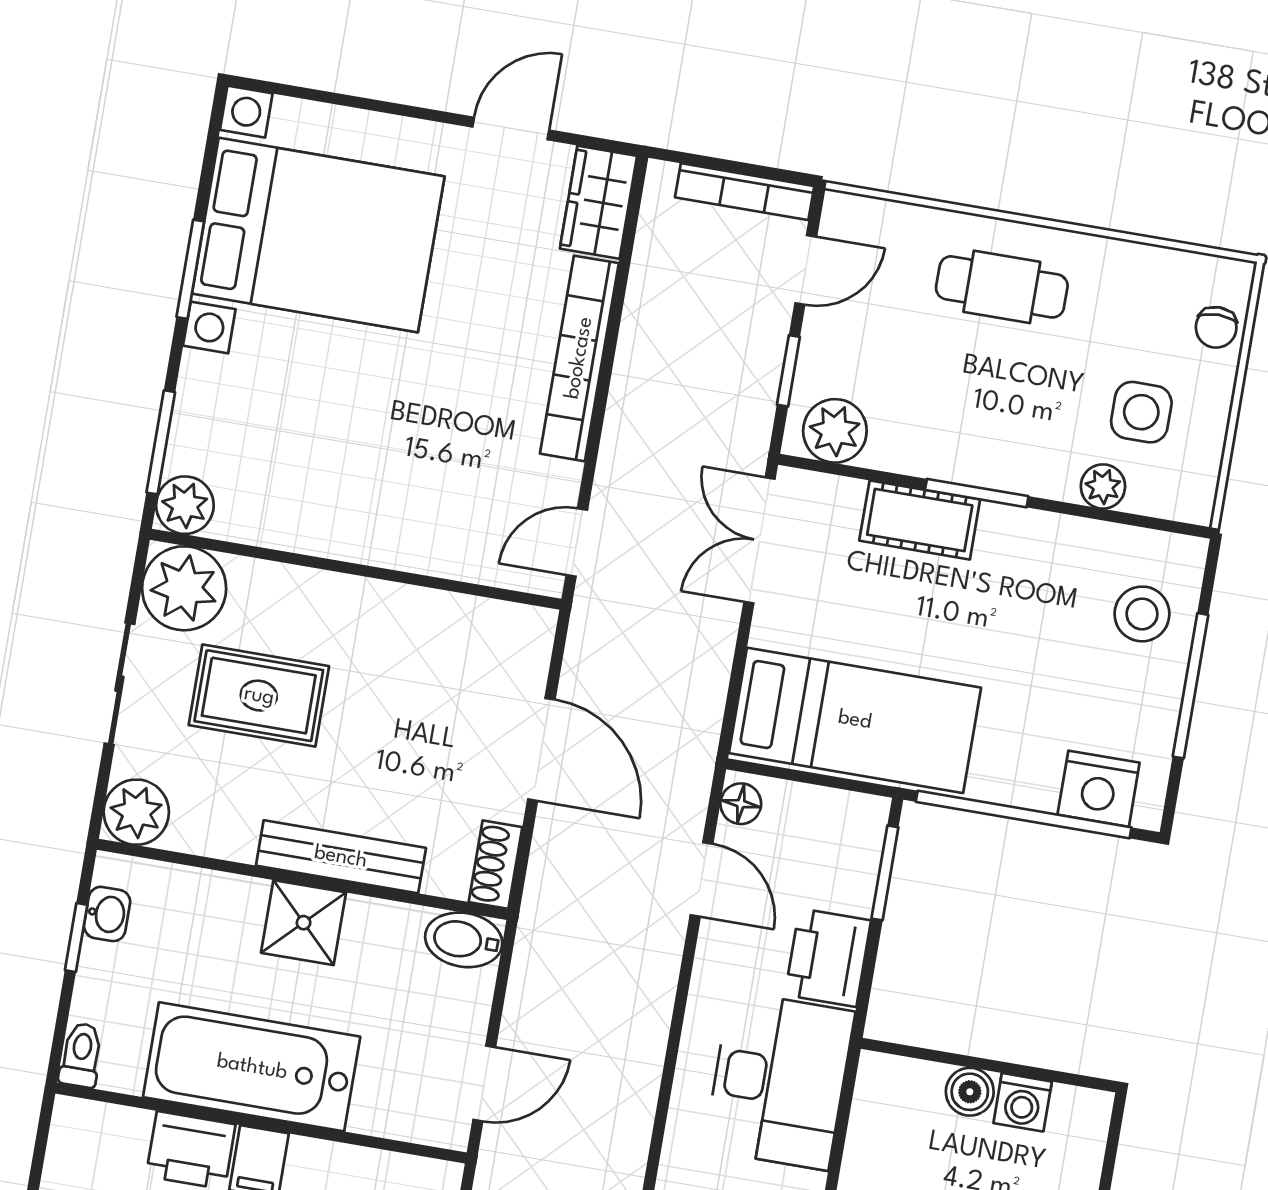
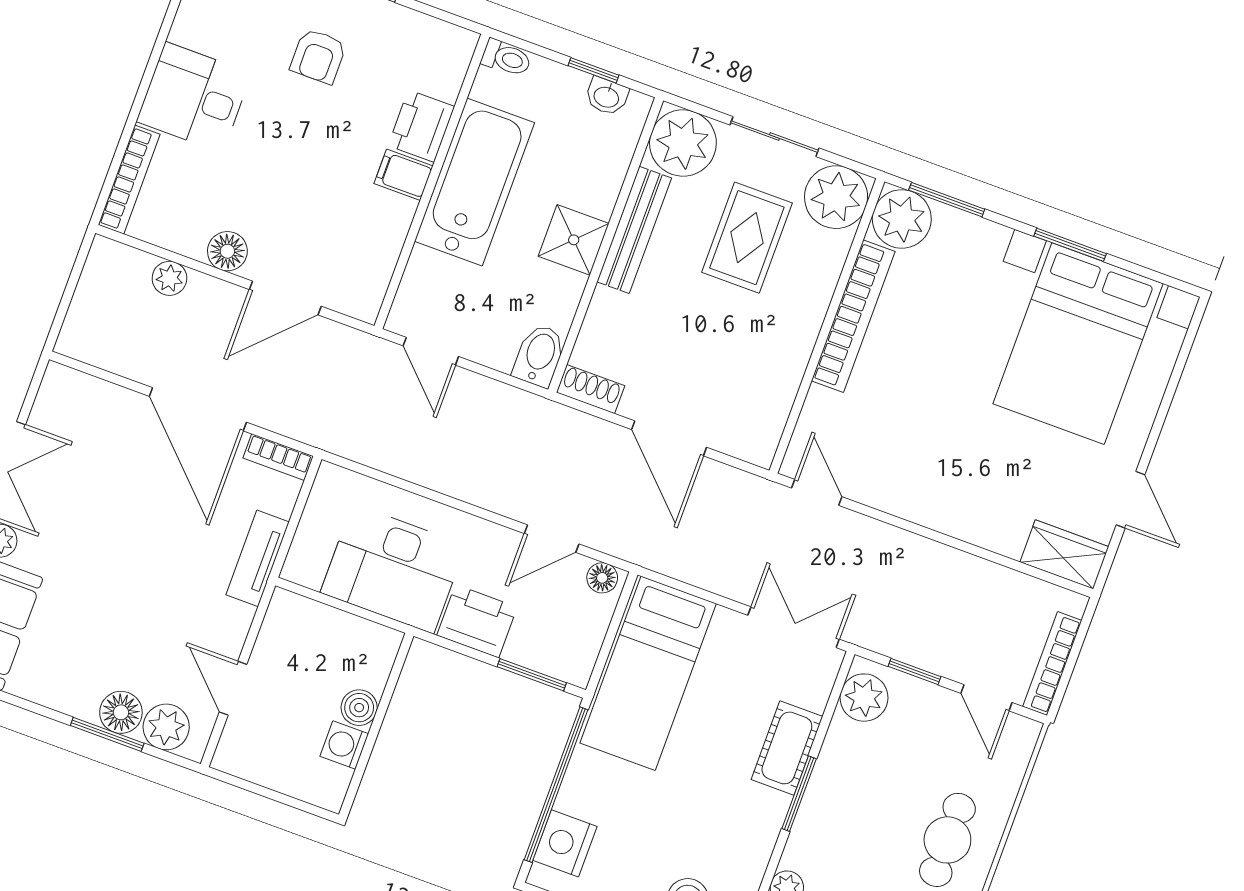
bookcase: (579, 358) -> (853, 316), moved, turned 90
plant: (185, 505) -> (902, 219), width x1.36, depth x1.36
door: (541, 749) -> (669, 438), hinge flipped
plant: (136, 812) -> (683, 143), width x1.36, depth x1.36
bench: (341, 857) -> (634, 230), moved

